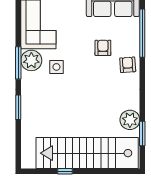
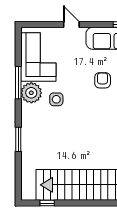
window: (18, 63) -> (18, 83), moved
window: (65, 171) -> (47, 203), moved

